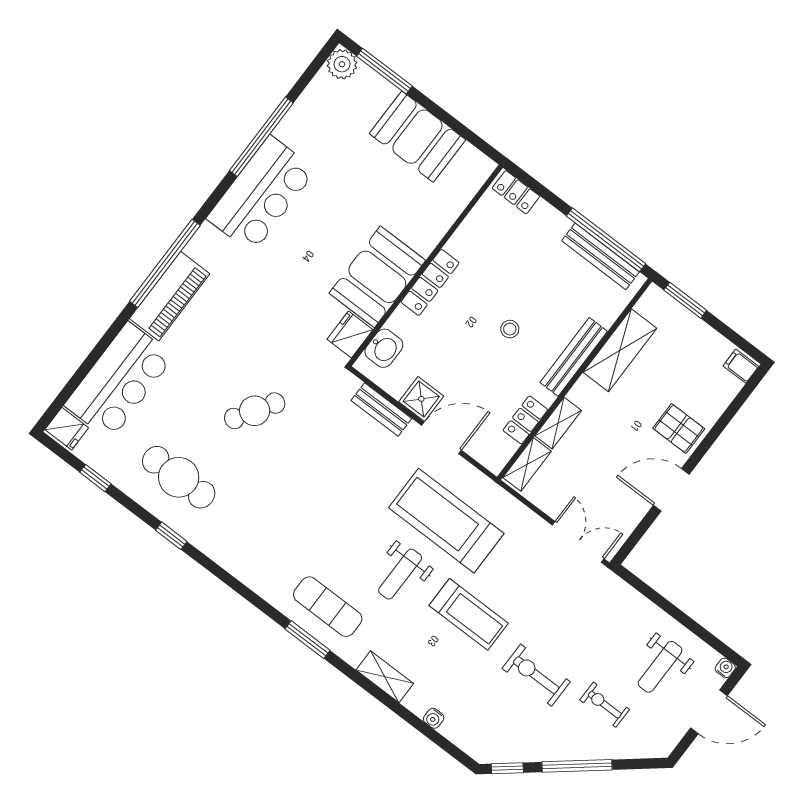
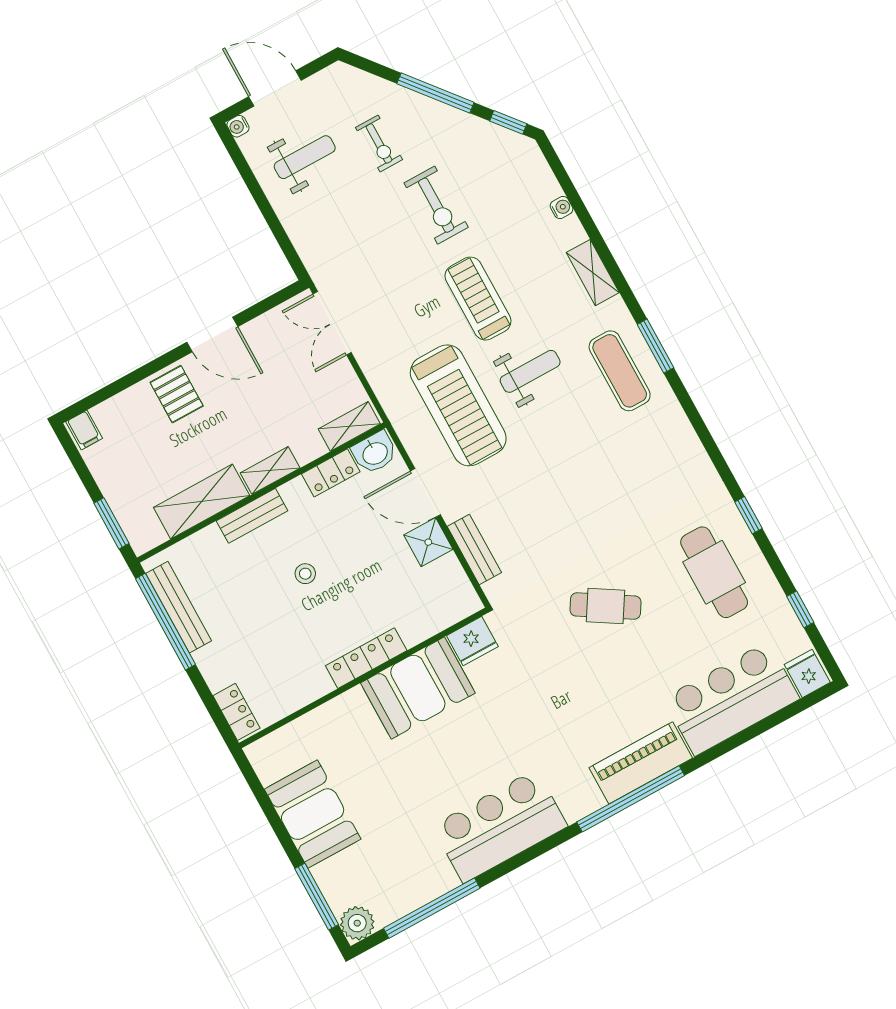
window: (261, 137) -> (432, 908), moved
washbasin: (384, 348) -> (375, 453), moved, turned 180
bench: (574, 357) -> (252, 516), width x0.73
shelving: (558, 423) -> (270, 470), moved

